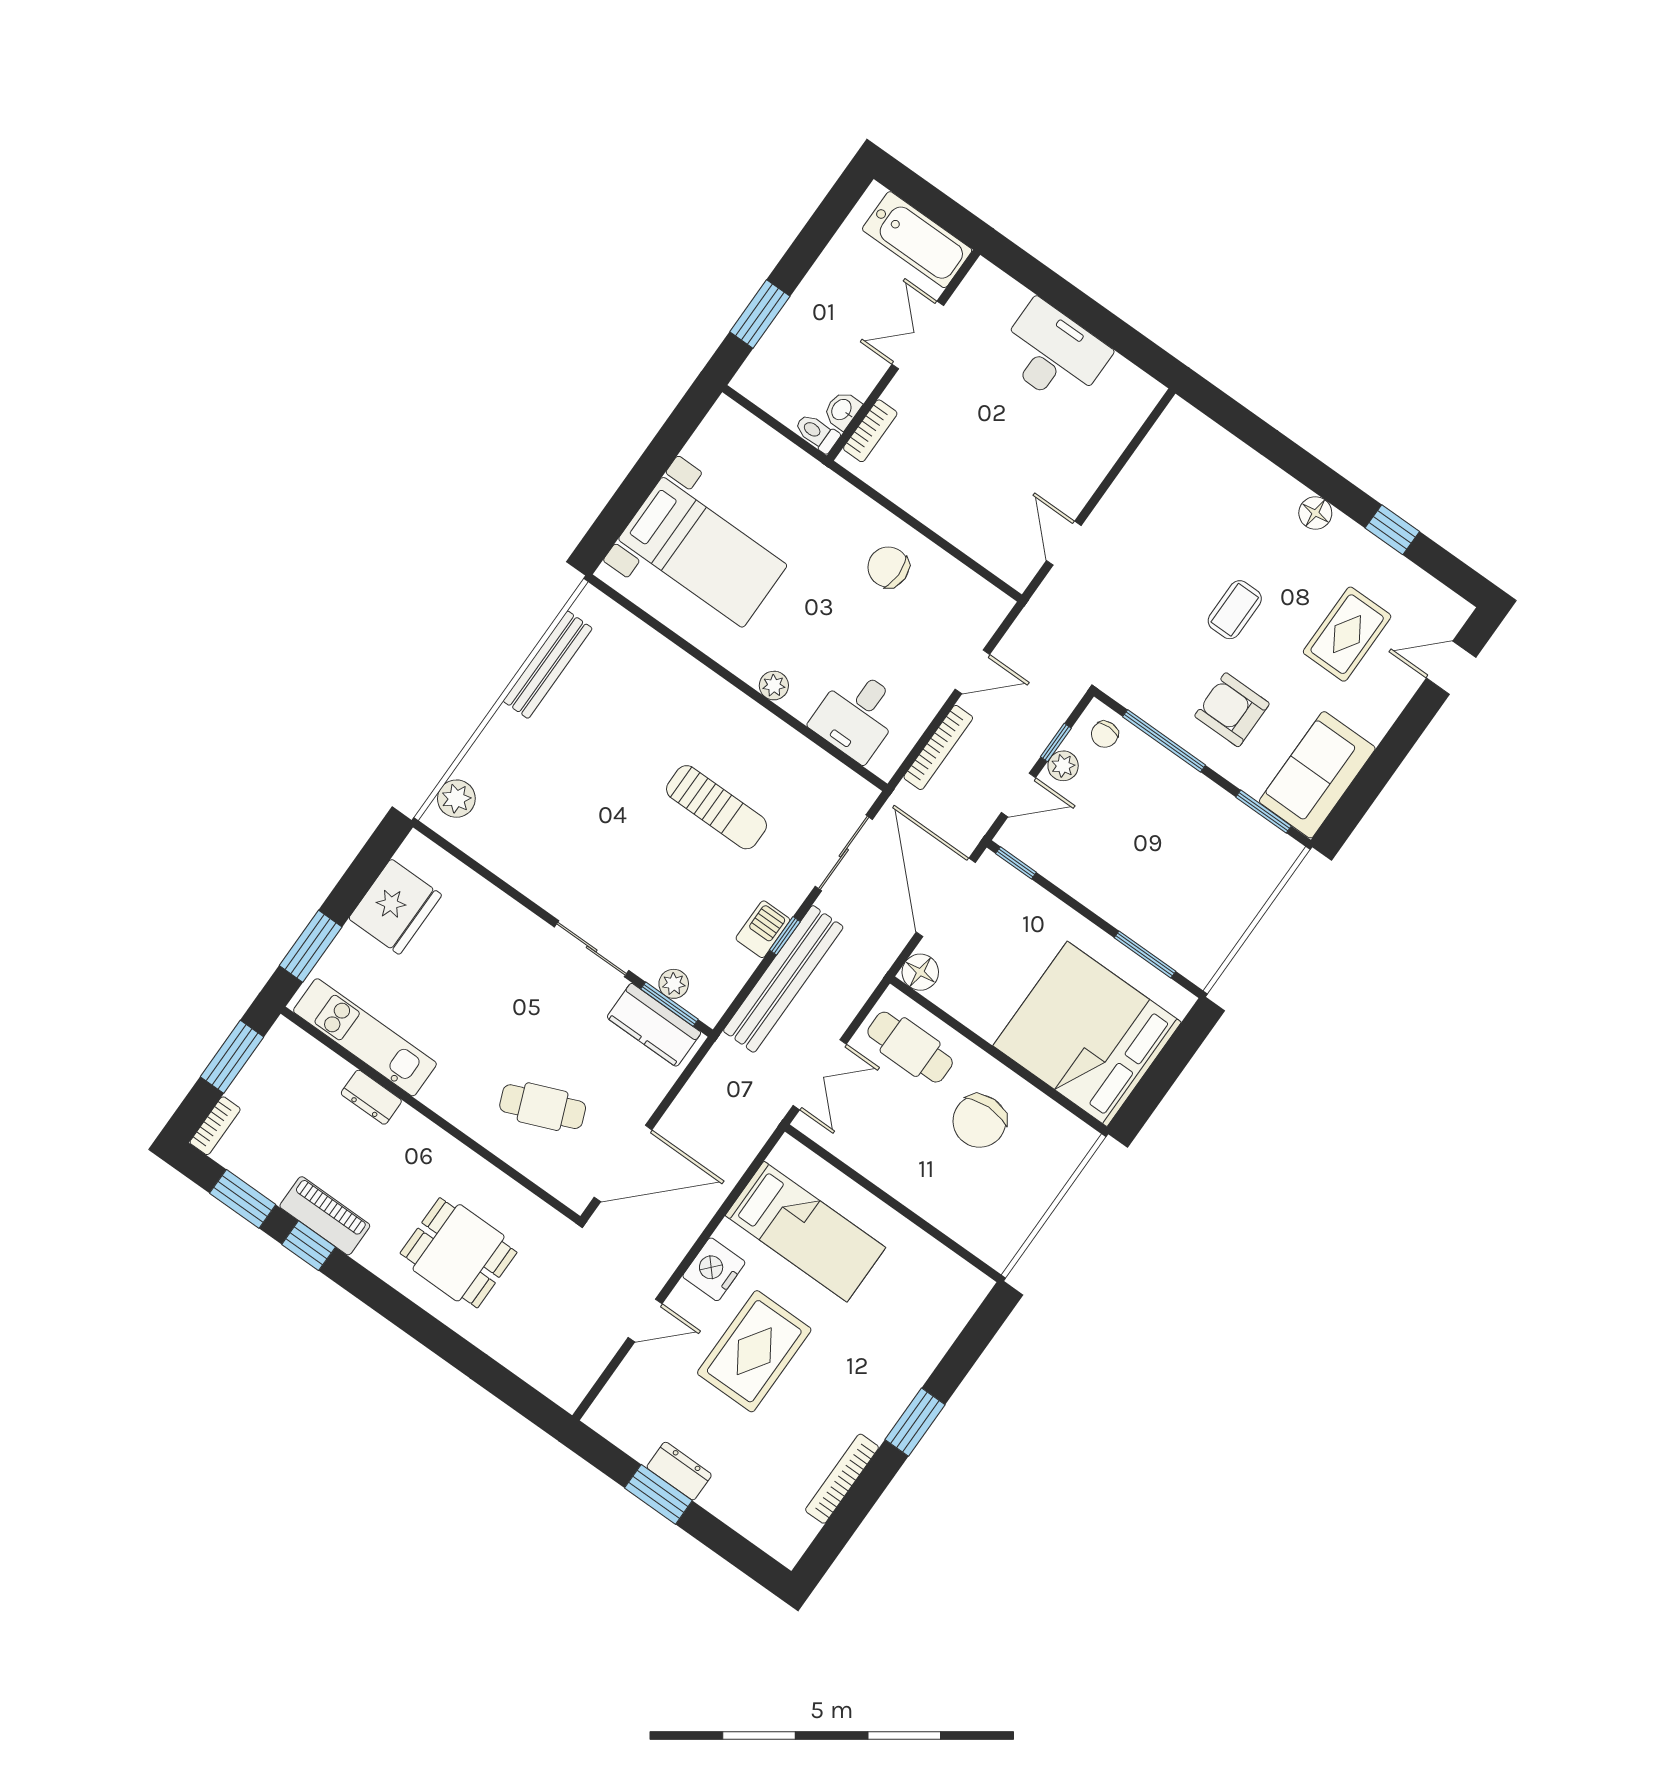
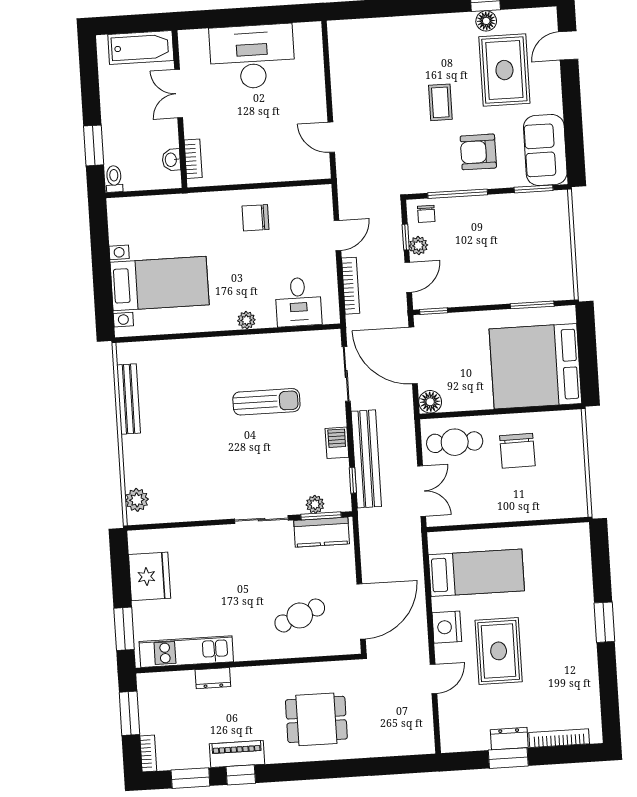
desk: (1053, 354) -> (252, 57), width x1.36, depth x1.30
toilet: (817, 433) -> (114, 179), moved, turned 90
floor lamp: (1315, 513) -> (486, 21), moved
rug: (1347, 634) -> (504, 70), width x1.36, depth x1.43
window: (785, 936) -> (353, 480), moved
bookcase: (842, 1479) -> (559, 738), moved, turned 90

